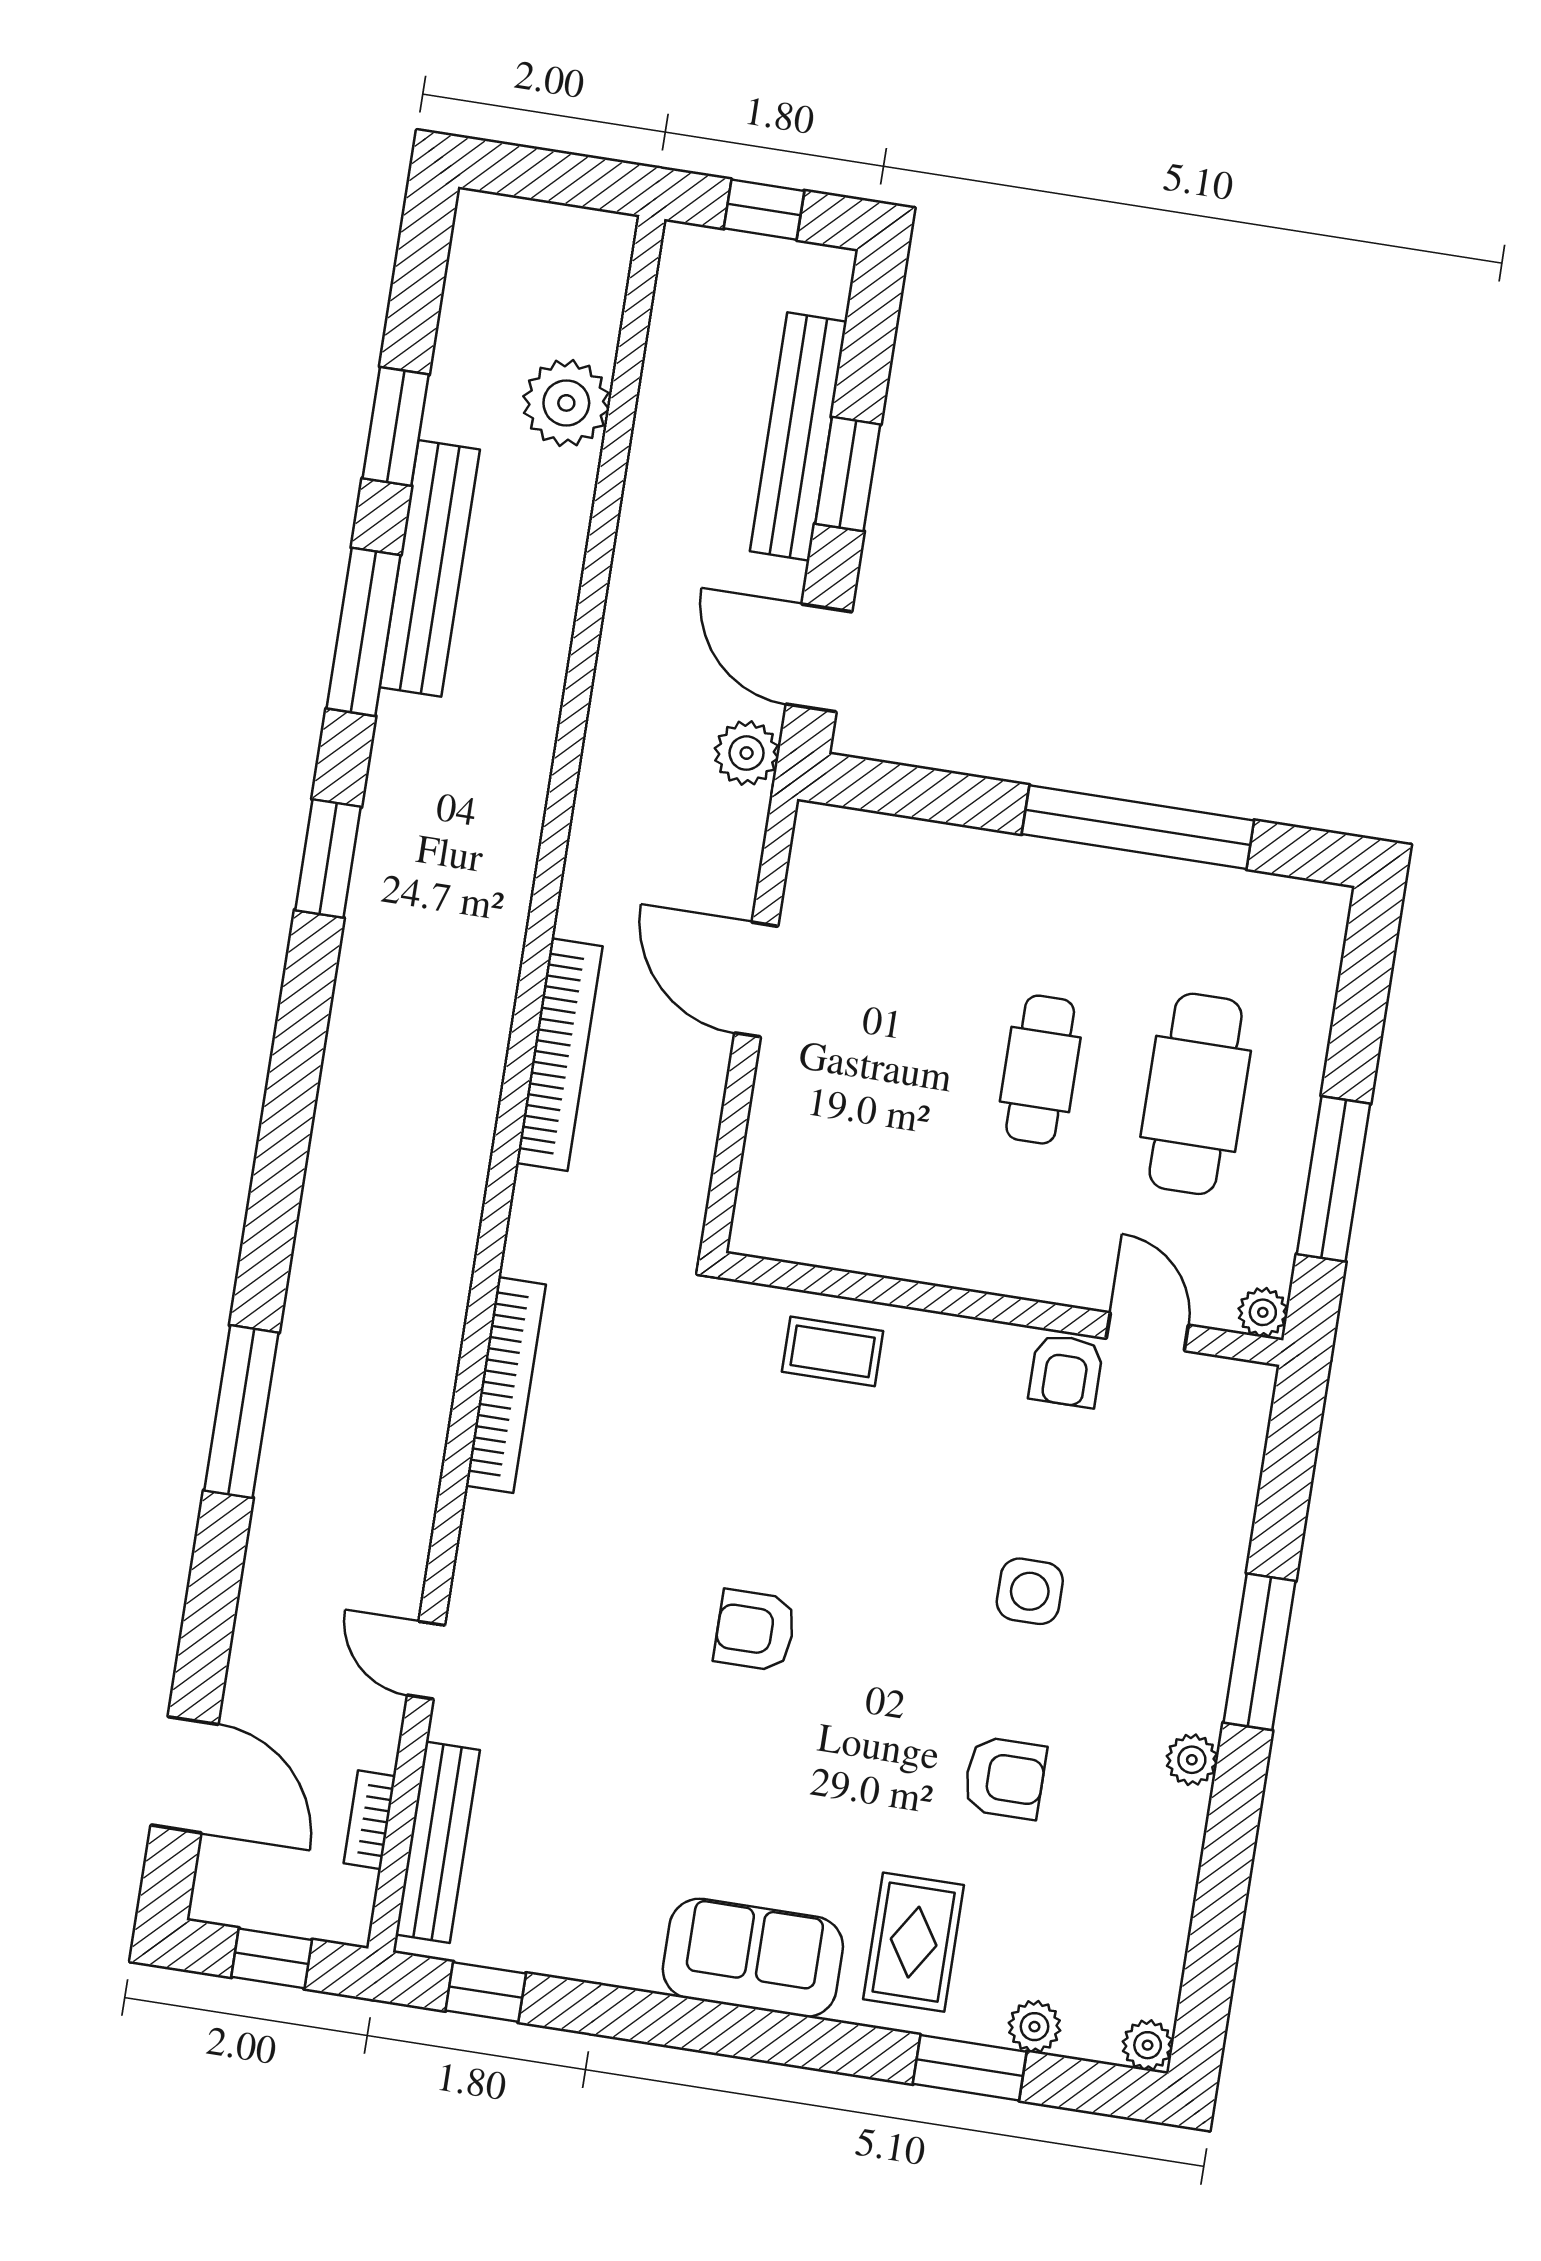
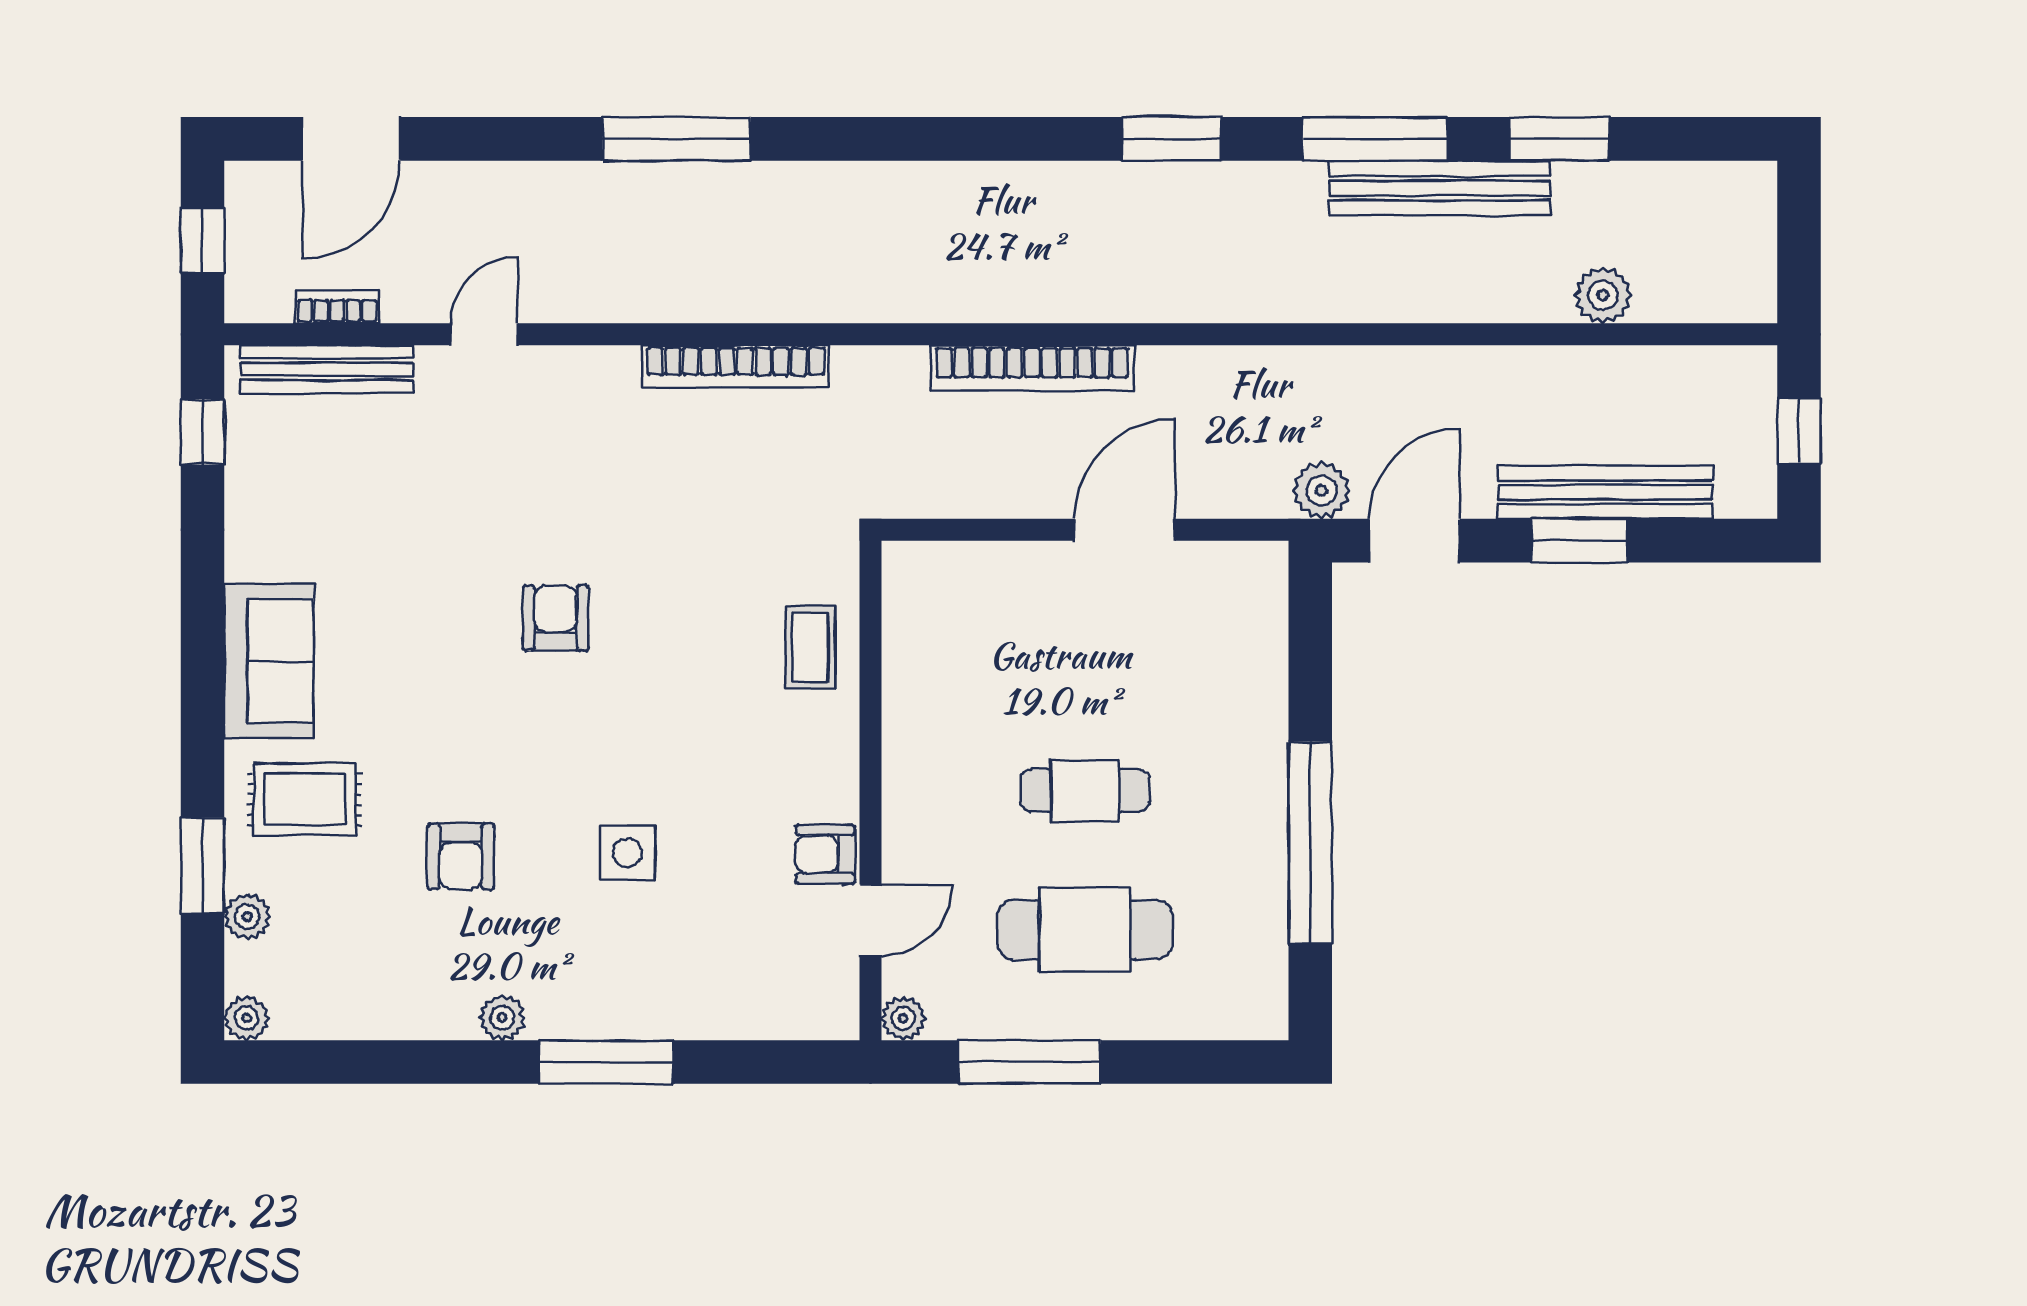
plant: (566, 403) -> (1603, 295), width x0.73, depth x0.73

